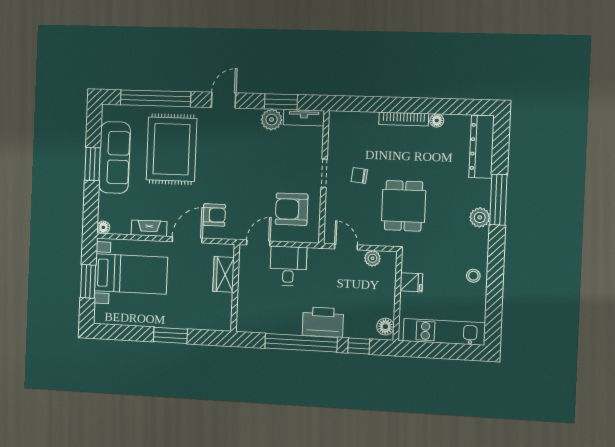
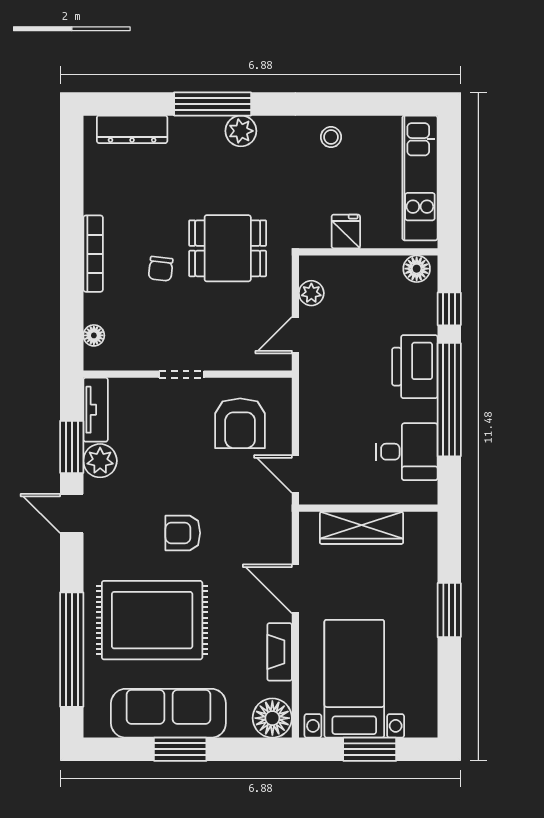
door: (224, 100) -> (72, 513), moved
floor lamp: (437, 120) -> (94, 335), moved
dresser: (482, 147) -> (132, 129), width x0.73, depth x0.80
chair: (359, 175) -> (161, 269), moved
armchair: (214, 215) -> (183, 533), moved, turned -90
floor lamp: (103, 227) -> (272, 718), width x1.89, depth x1.89
desk: (288, 266) -> (407, 452), moved, turned 180
wardrobe: (224, 274) -> (362, 528), width x1.50

